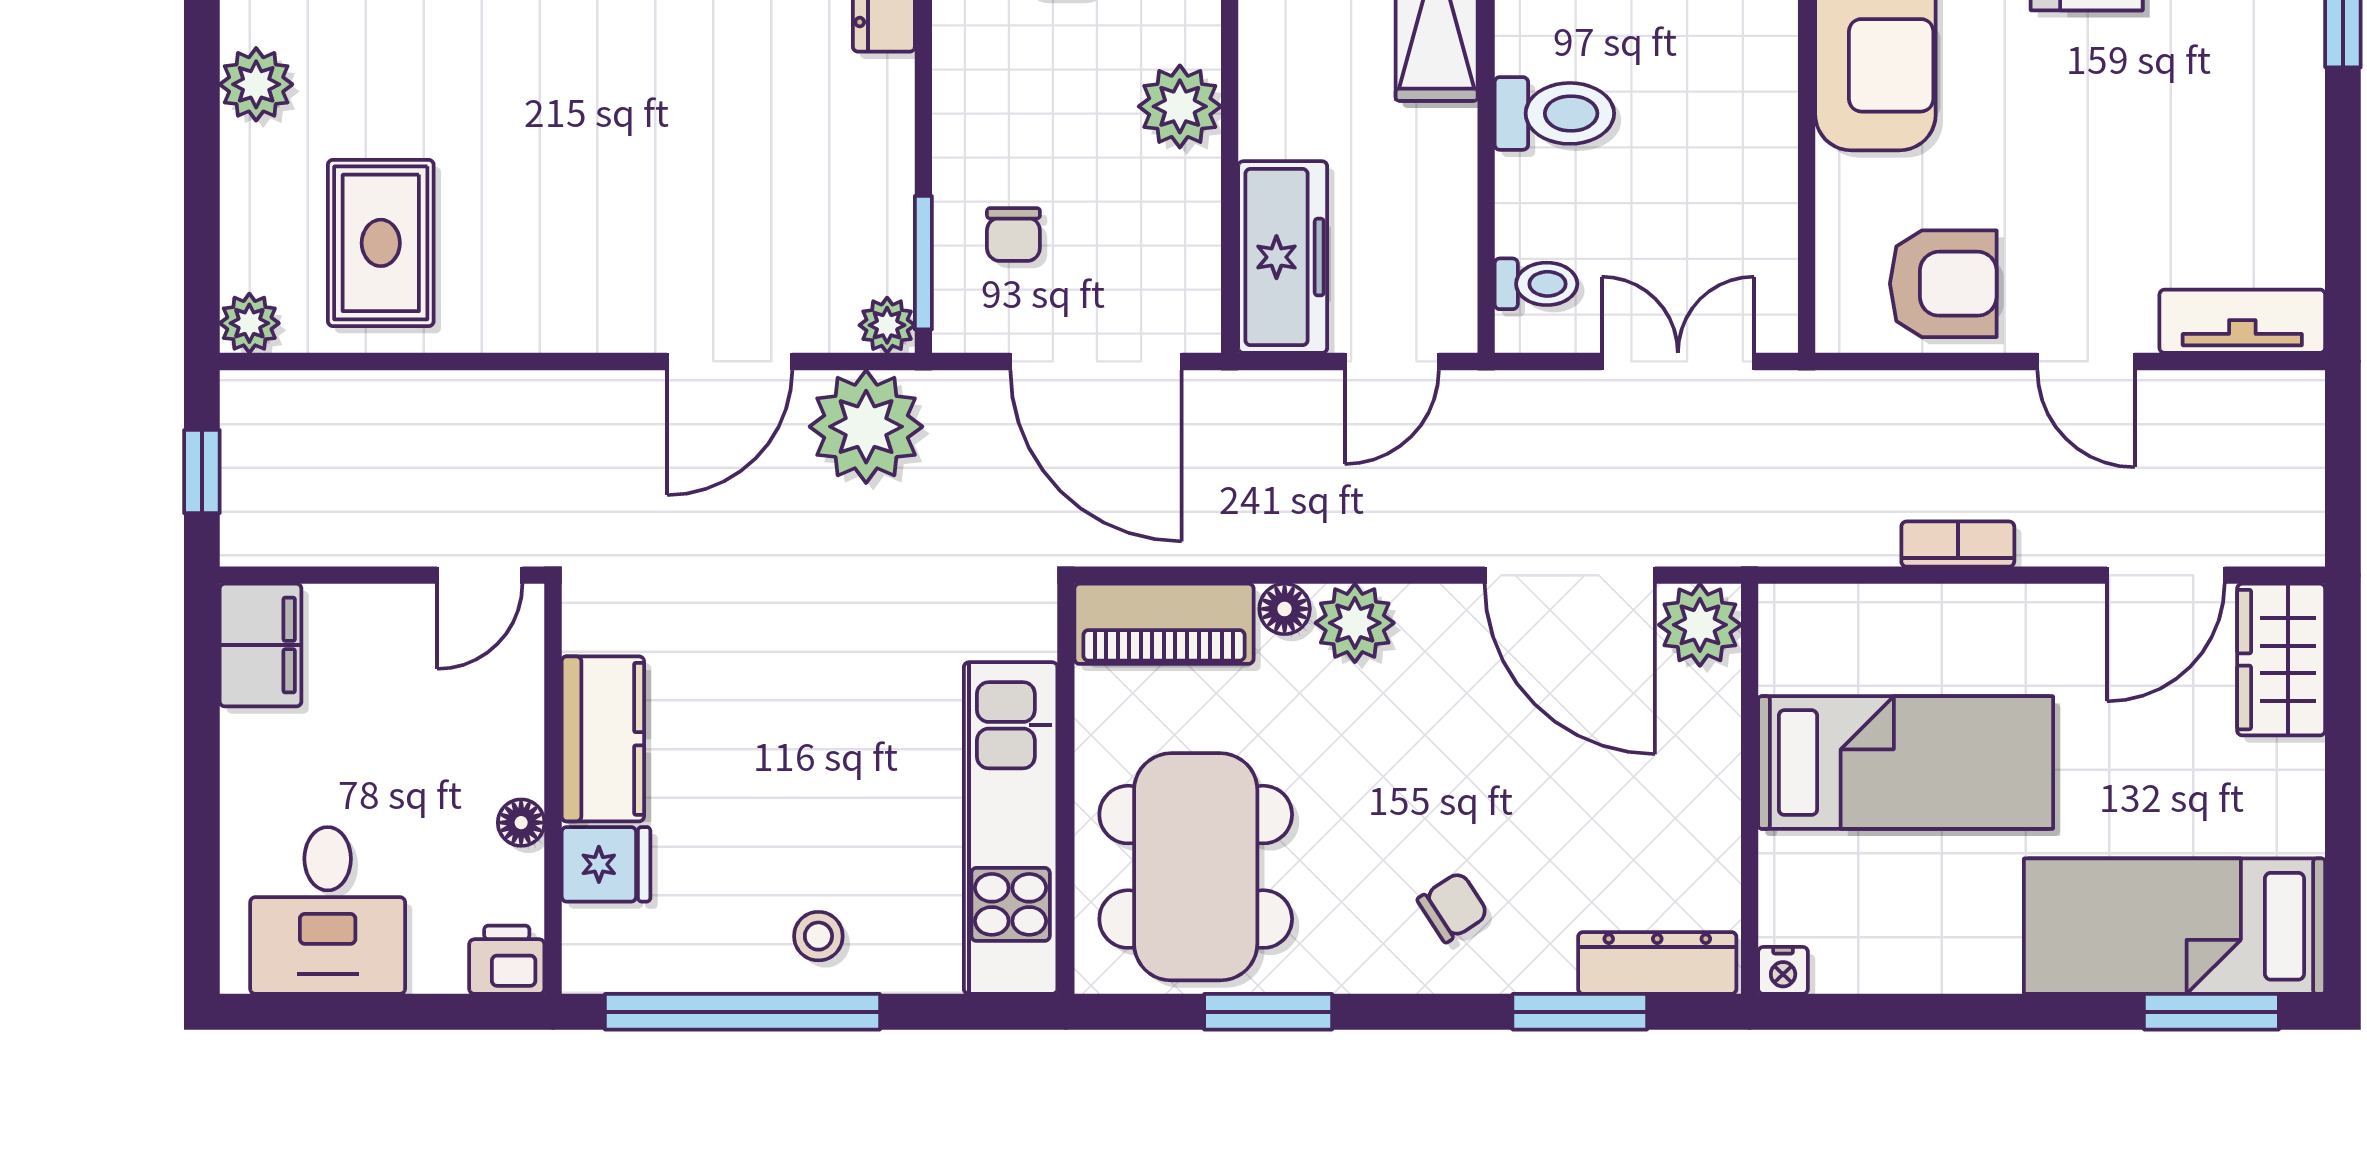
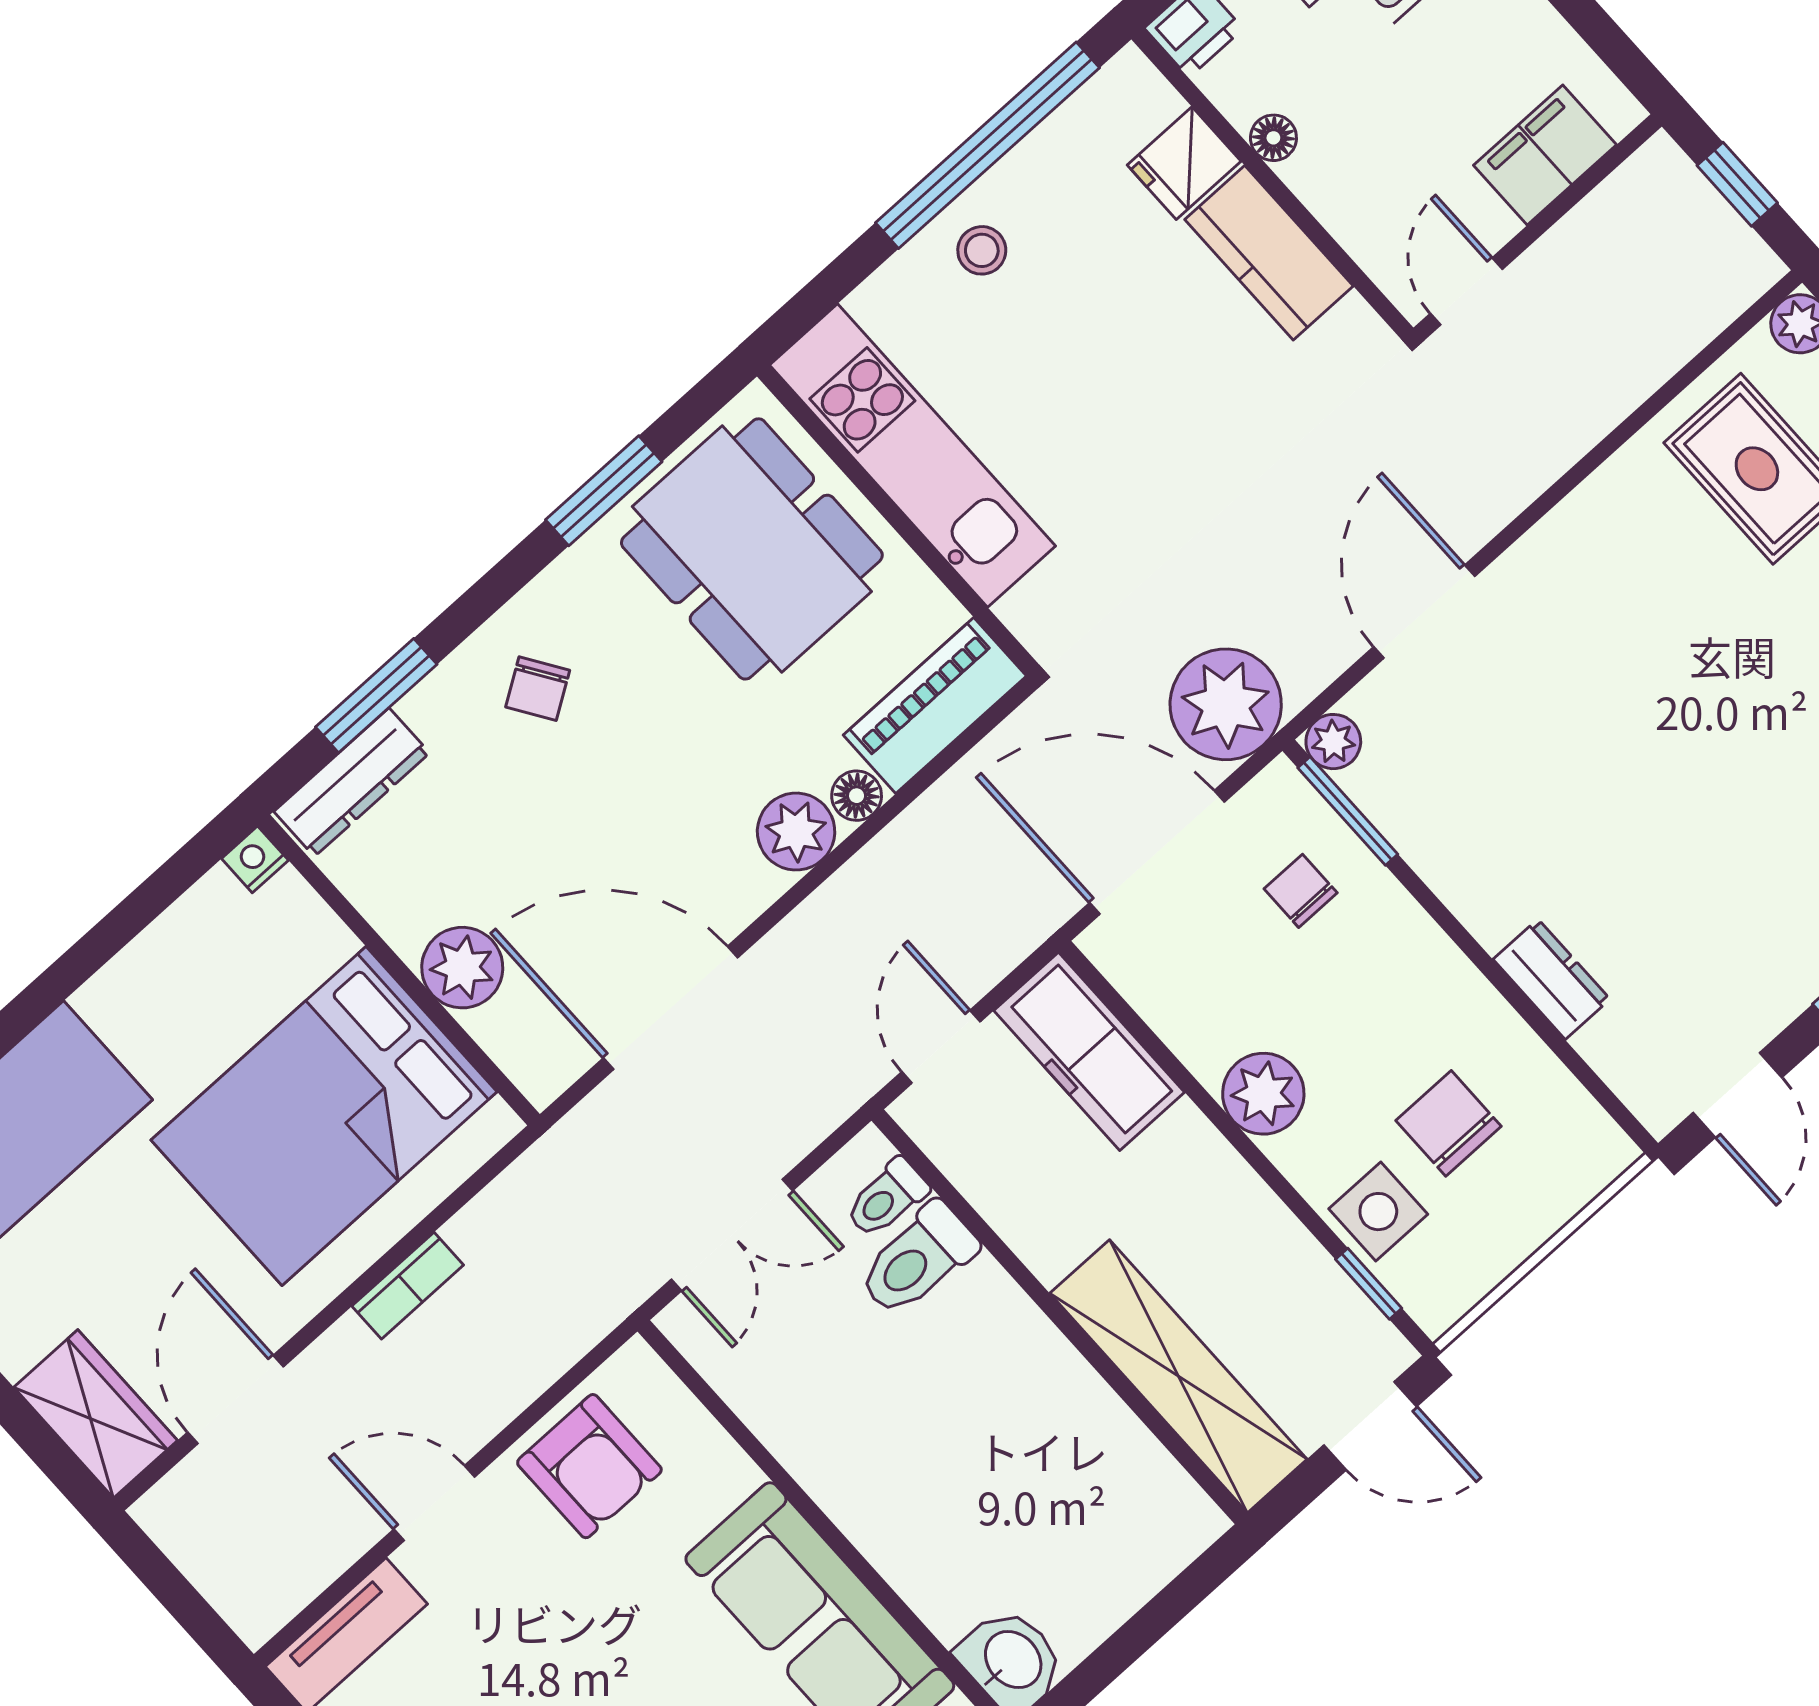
toilet: (1554, 113) -> (918, 1260), moved
armchair: (1943, 284) -> (589, 1466), turned -90
plant: (866, 427) -> (1226, 704), moved
plant: (1700, 625) -> (462, 968), moved
filing cabinet: (261, 645) -> (1545, 155), moved, turned 90
bed: (1906, 763) -> (324, 1116), width x1.50

